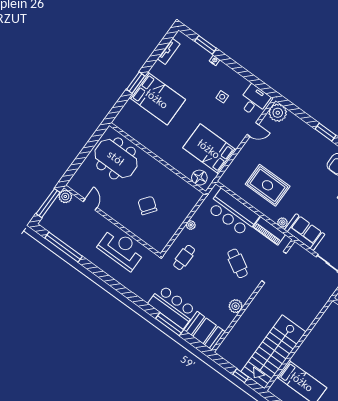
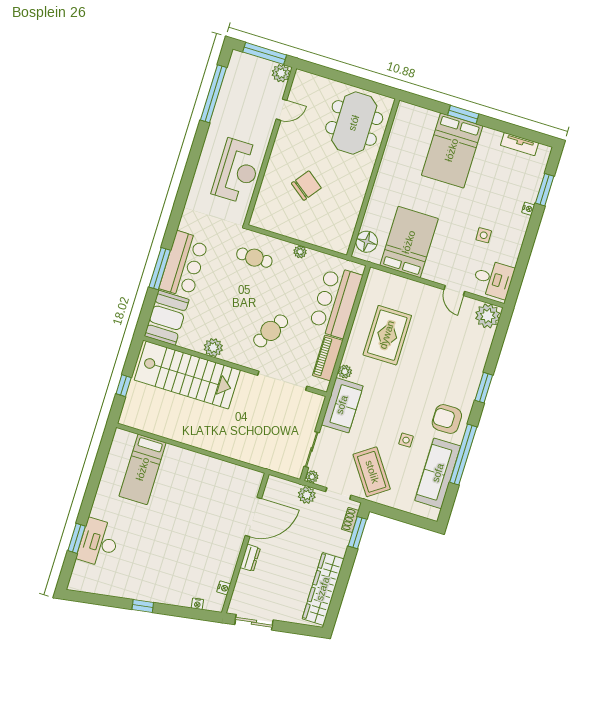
stairs: (273, 352) -> (187, 375), moved, turned 180

